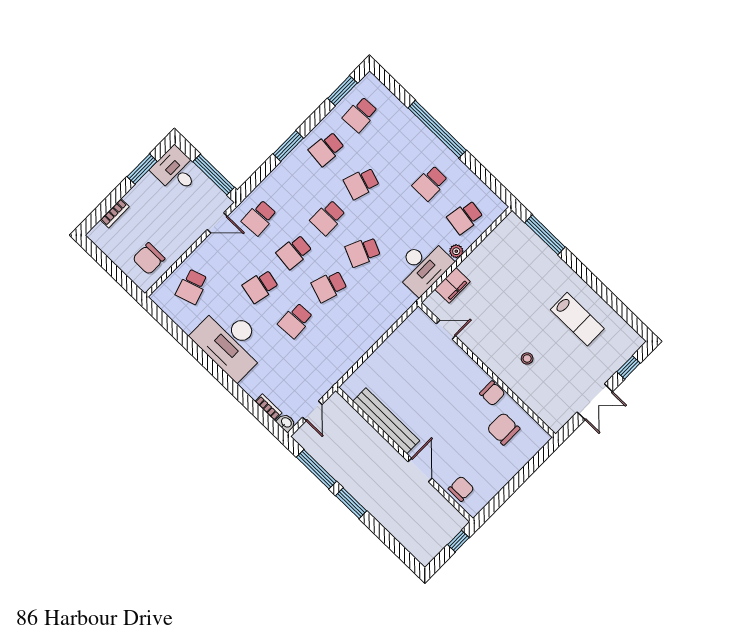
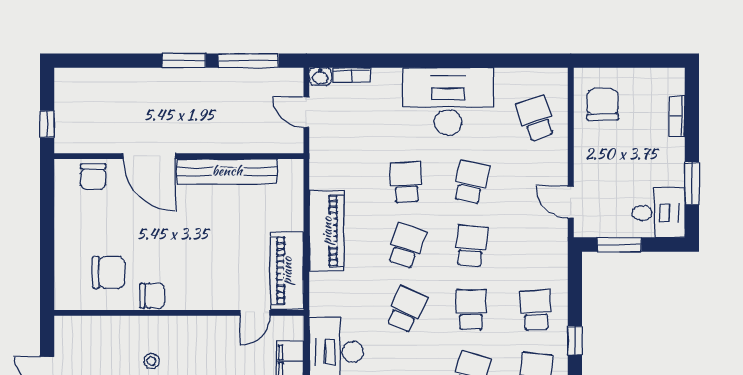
window: (288, 146) -> (575, 341), width x0.67
window: (214, 174) -> (619, 245), width x0.69
school desk: (259, 218) -> (536, 310), moved
door: (217, 223) -> (571, 202), hinge flipped
piano: (364, 336) -> (327, 231), added
piano: (406, 336) -> (287, 271), added
chair: (492, 393) -> (152, 296), turned 180
door: (420, 470) -> (150, 156), width x1.36

